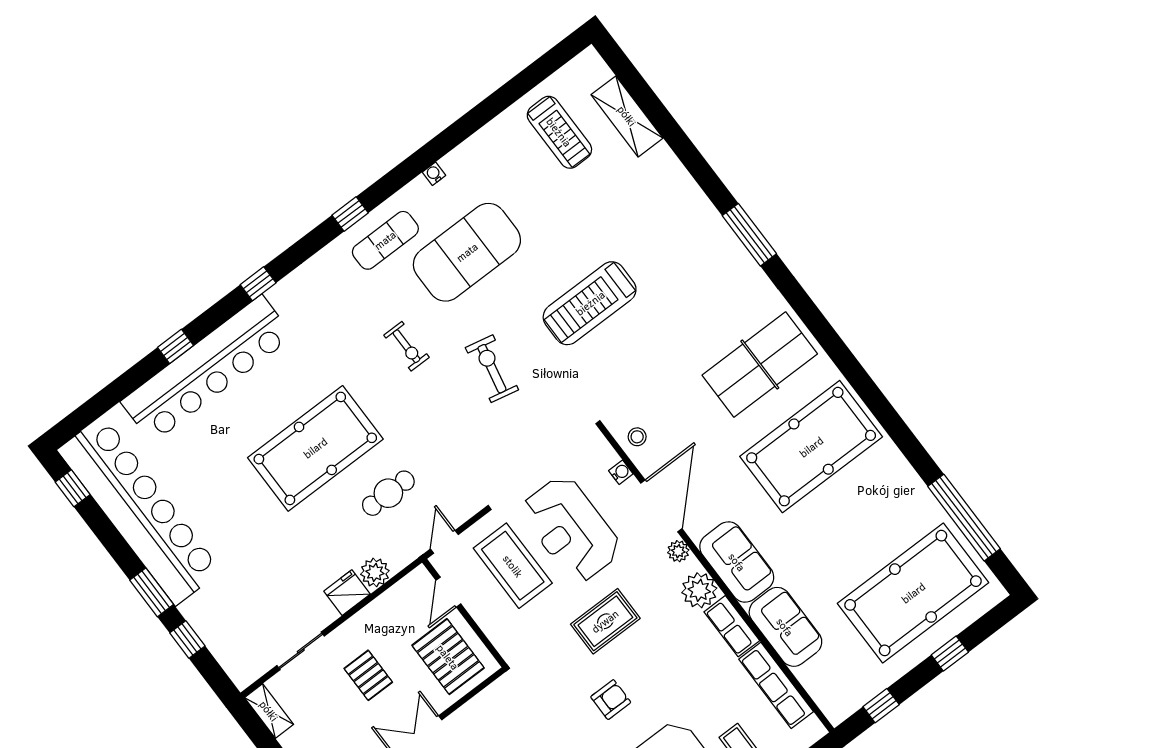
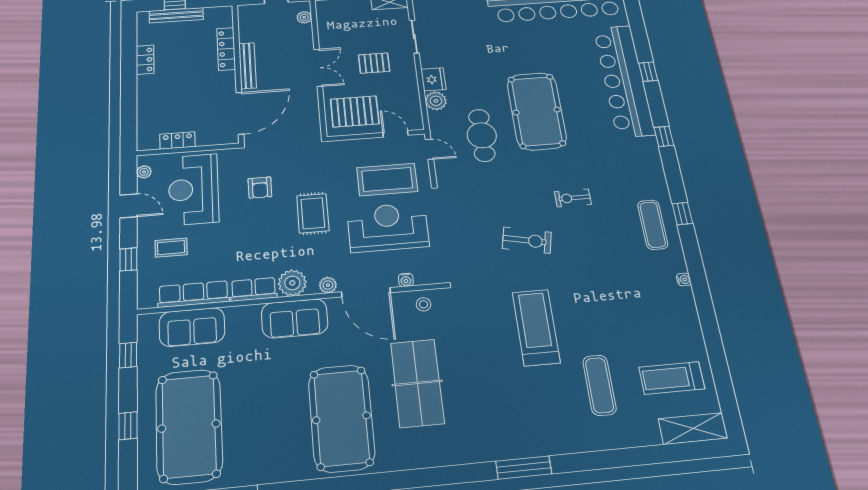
shelving: (627, 116) -> (693, 429), moved
exercise mat: (467, 252) -> (599, 385), moved, width x0.50, depth x0.69
table tennis table: (760, 365) -> (417, 383), moved
cafe table: (388, 493) -> (482, 135), width x1.37, depth x1.35
sofa: (785, 627) -> (192, 327), moved

